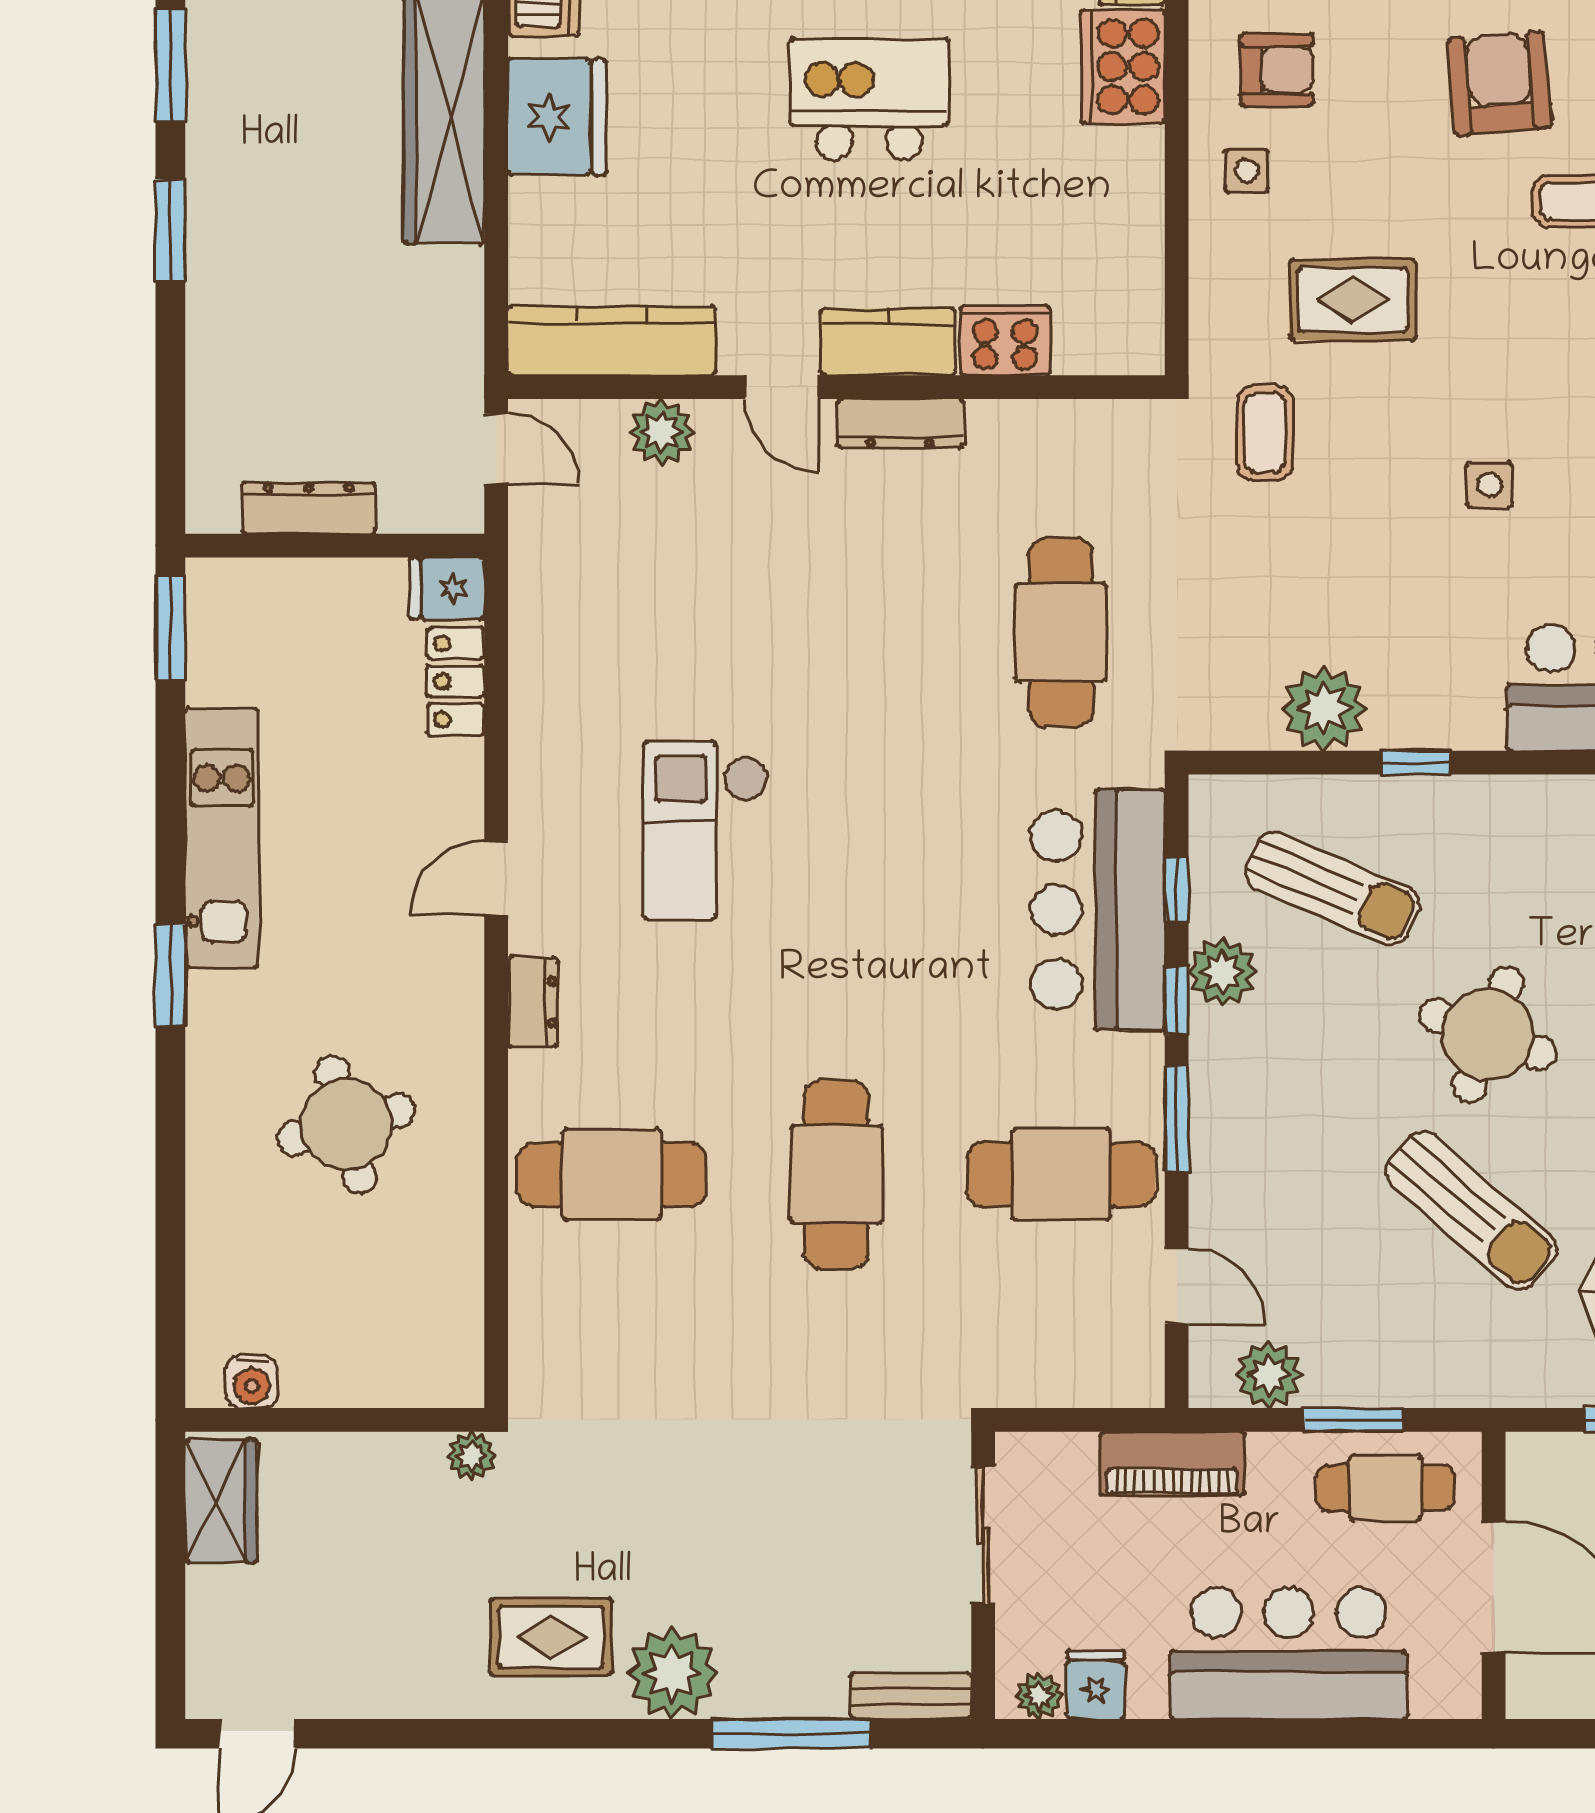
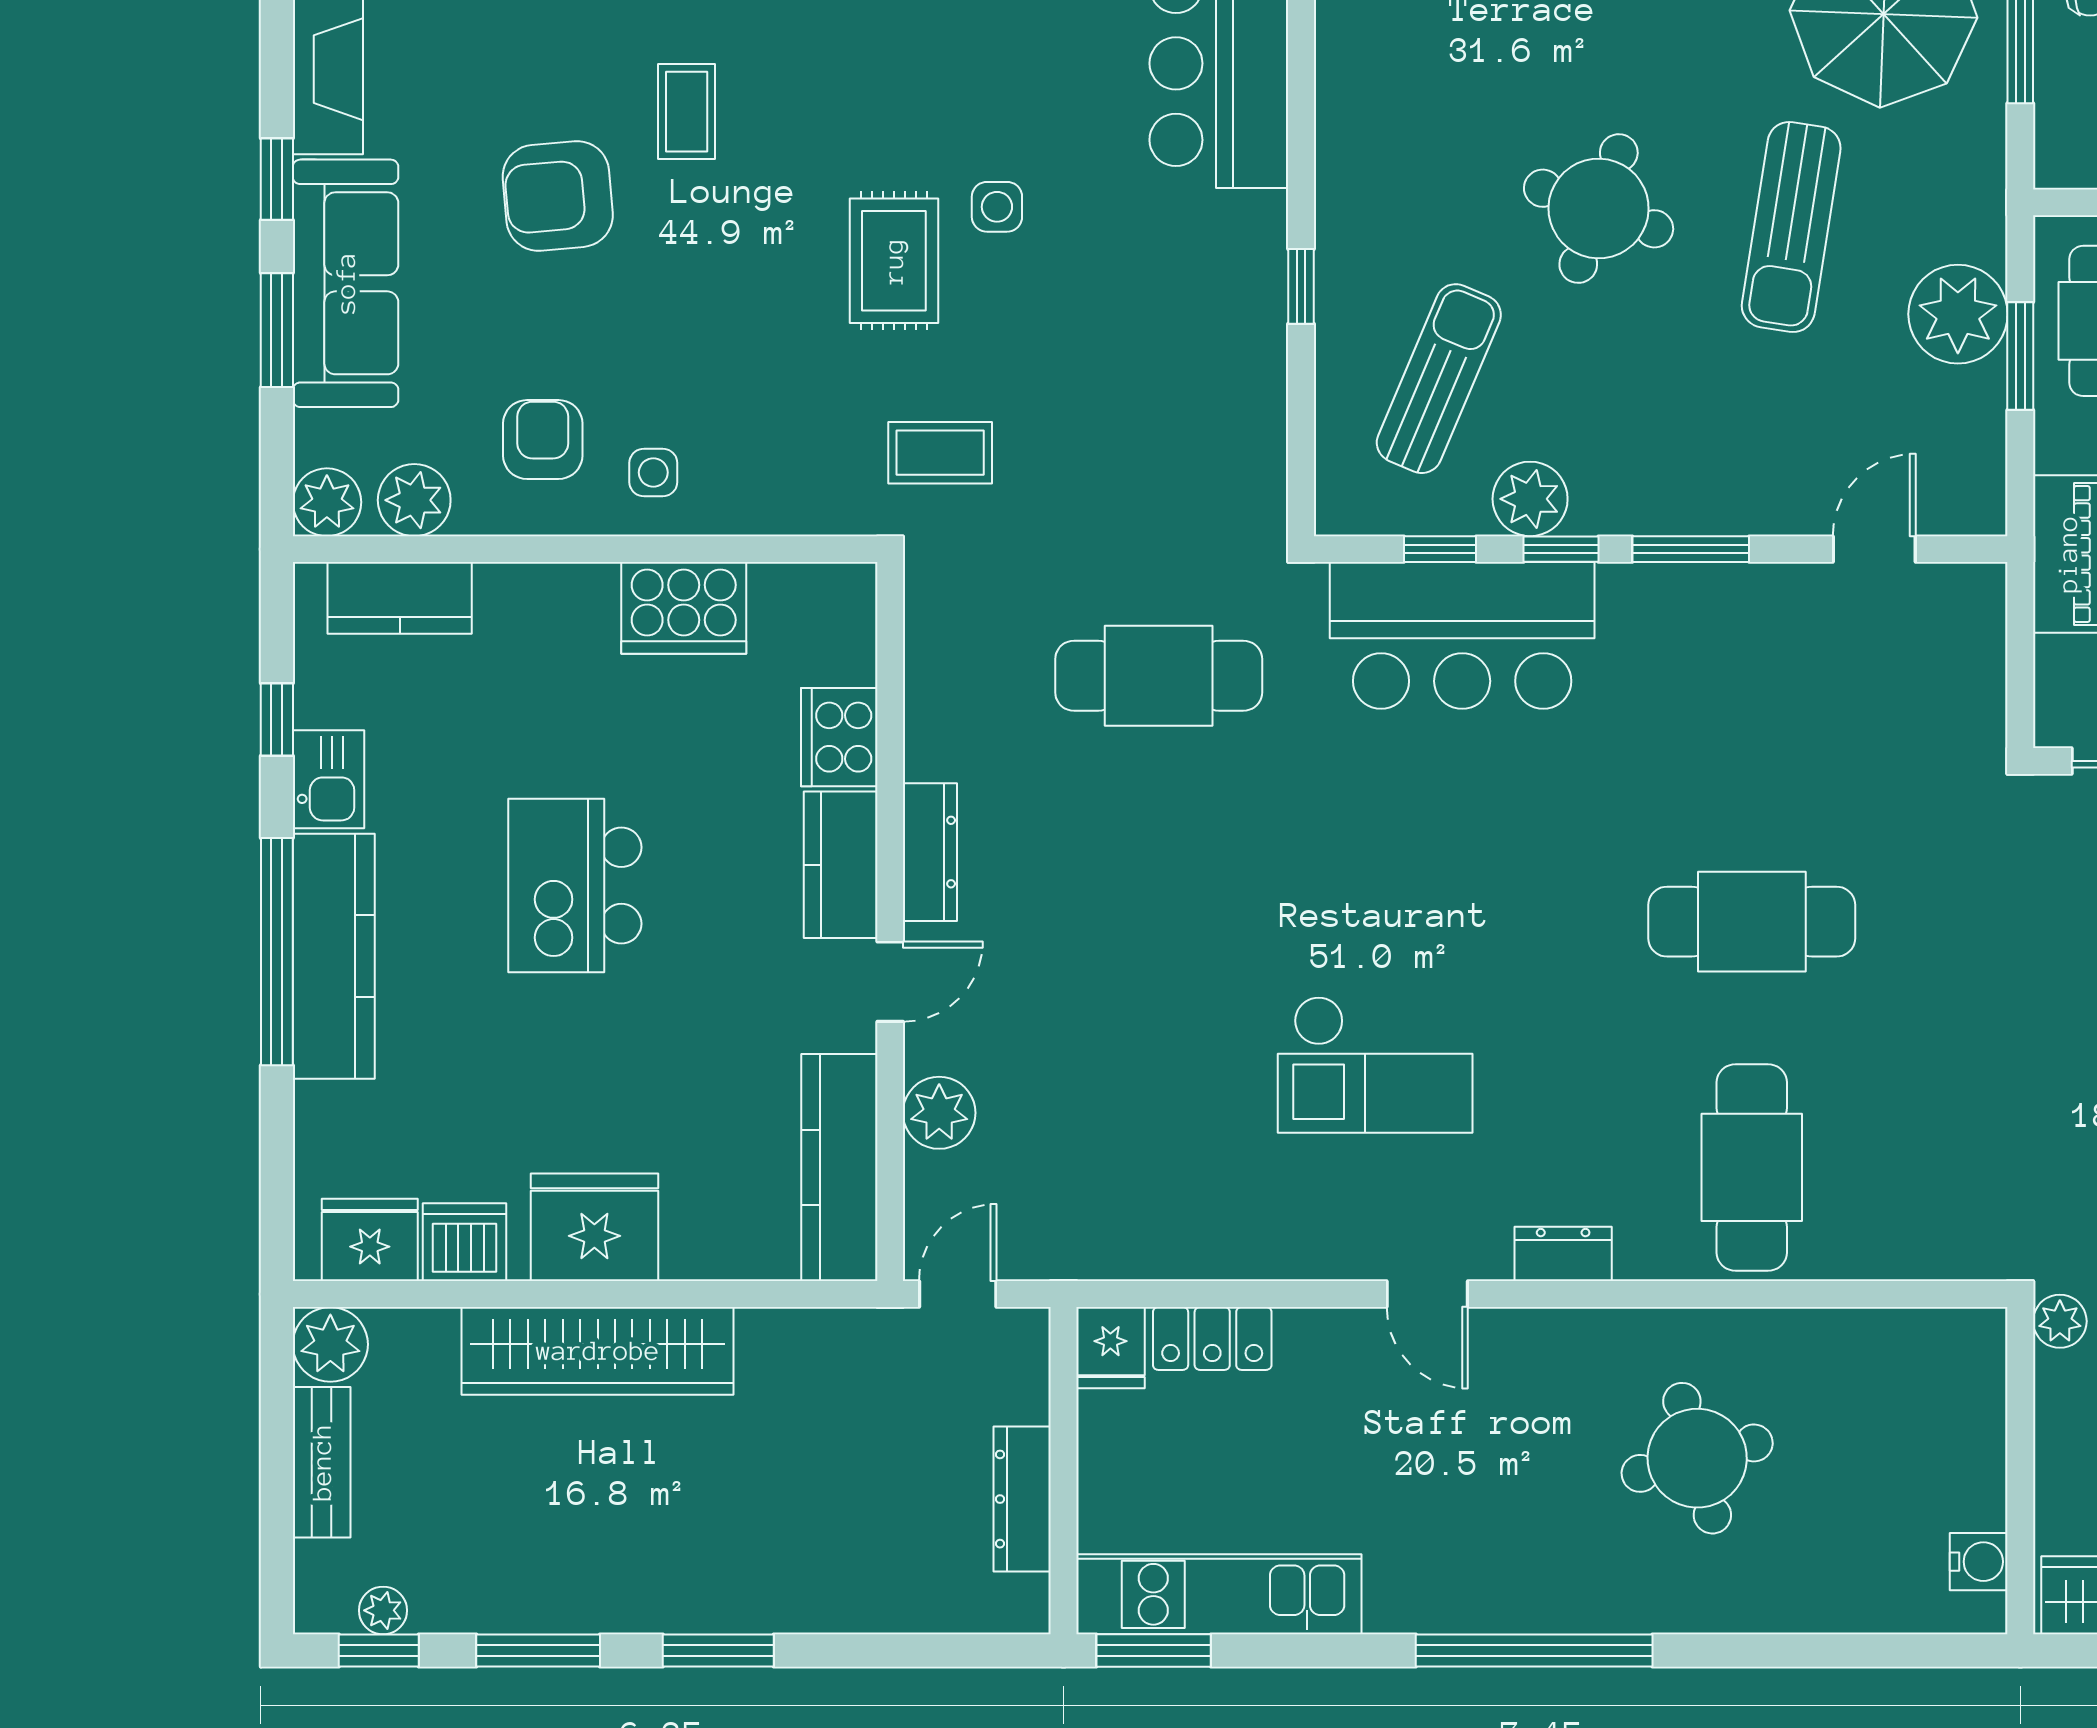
cooker: (1123, 66) -> (684, 608), moved
rug: (1353, 300) -> (894, 261), moved
plant: (1324, 709) -> (1242, 388), removed
kitchen unit: (222, 838) -> (1219, 1594), moved
window: (170, 976) -> (1534, 1650), width x2.11
cafe table: (1061, 1174) -> (1752, 676), removed
sun lounger: (1471, 1210) -> (1791, 227), turned 148
plant: (1269, 1375) -> (1958, 314), moved, width x1.36, depth x1.36

